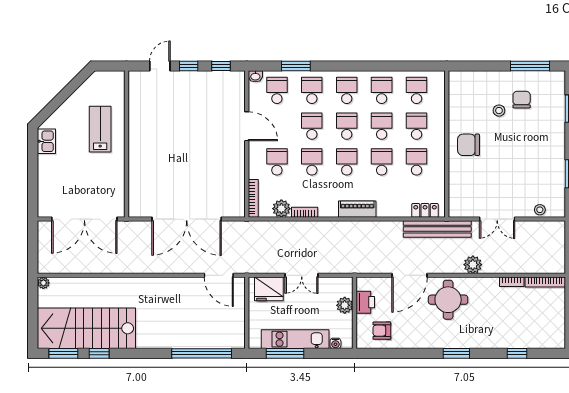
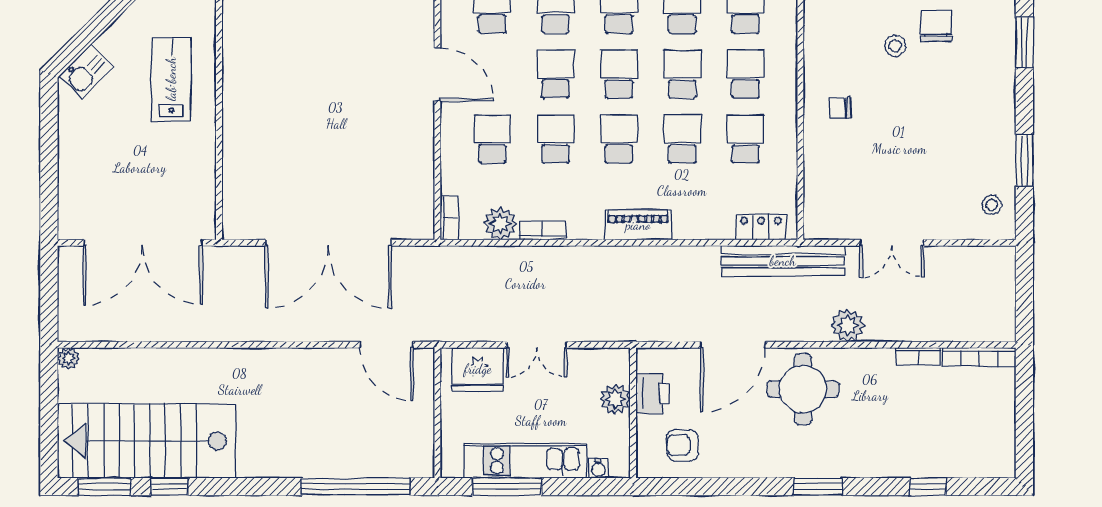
kitchen sink: (46, 141) -> (86, 72), moved, turned 45
chair: (469, 145) -> (840, 108), width x0.54, depth x0.54
bookcase: (253, 198) -> (449, 218), width x0.64
stool: (540, 210) -> (992, 205), moved

